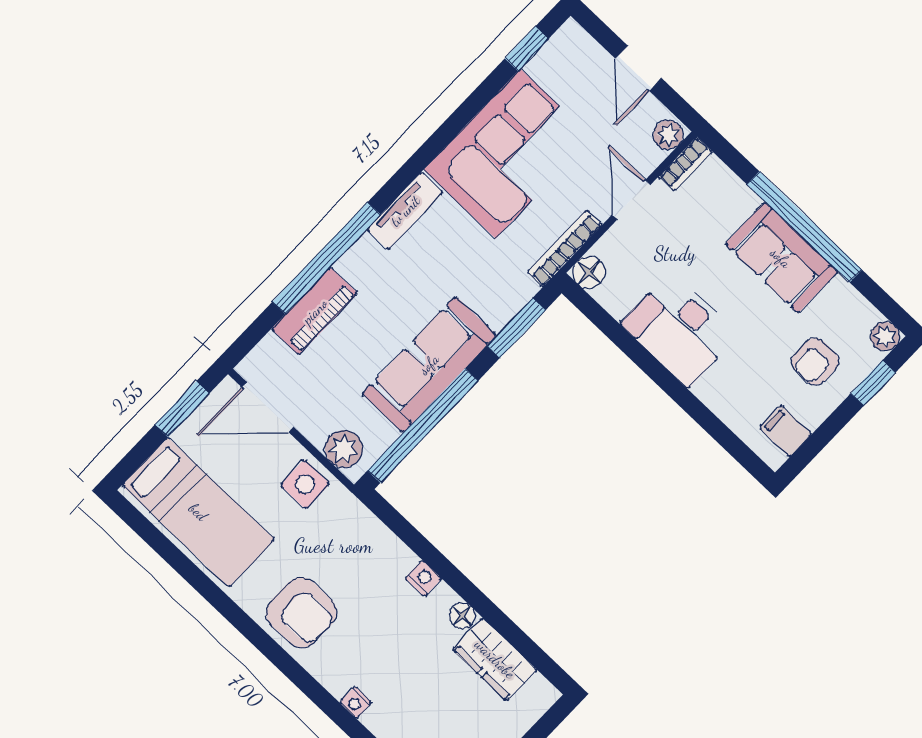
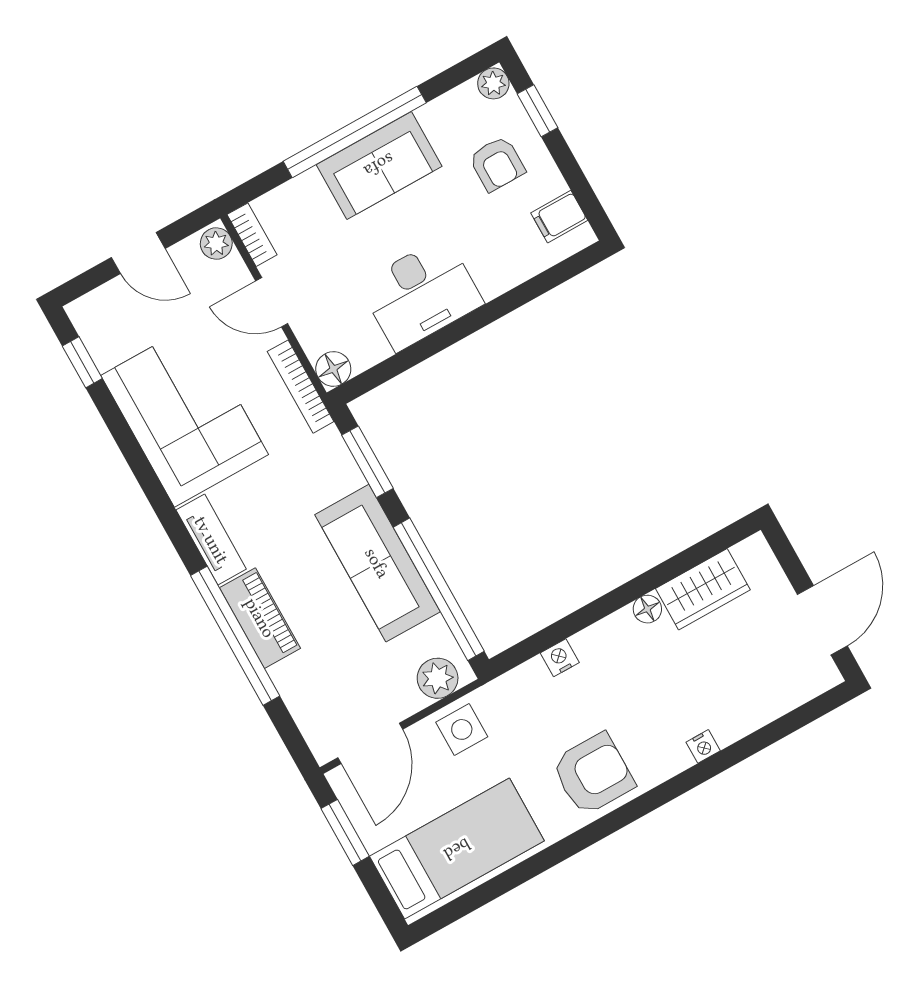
piano: (315, 311) -> (260, 618), moved
nightstand: (423, 578) -> (560, 658), moved

